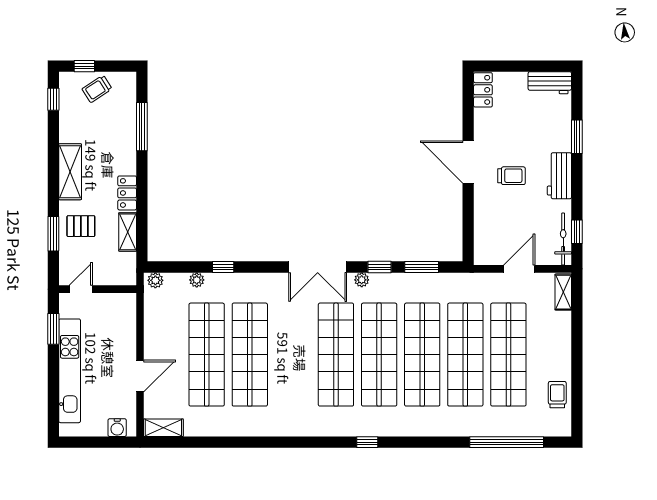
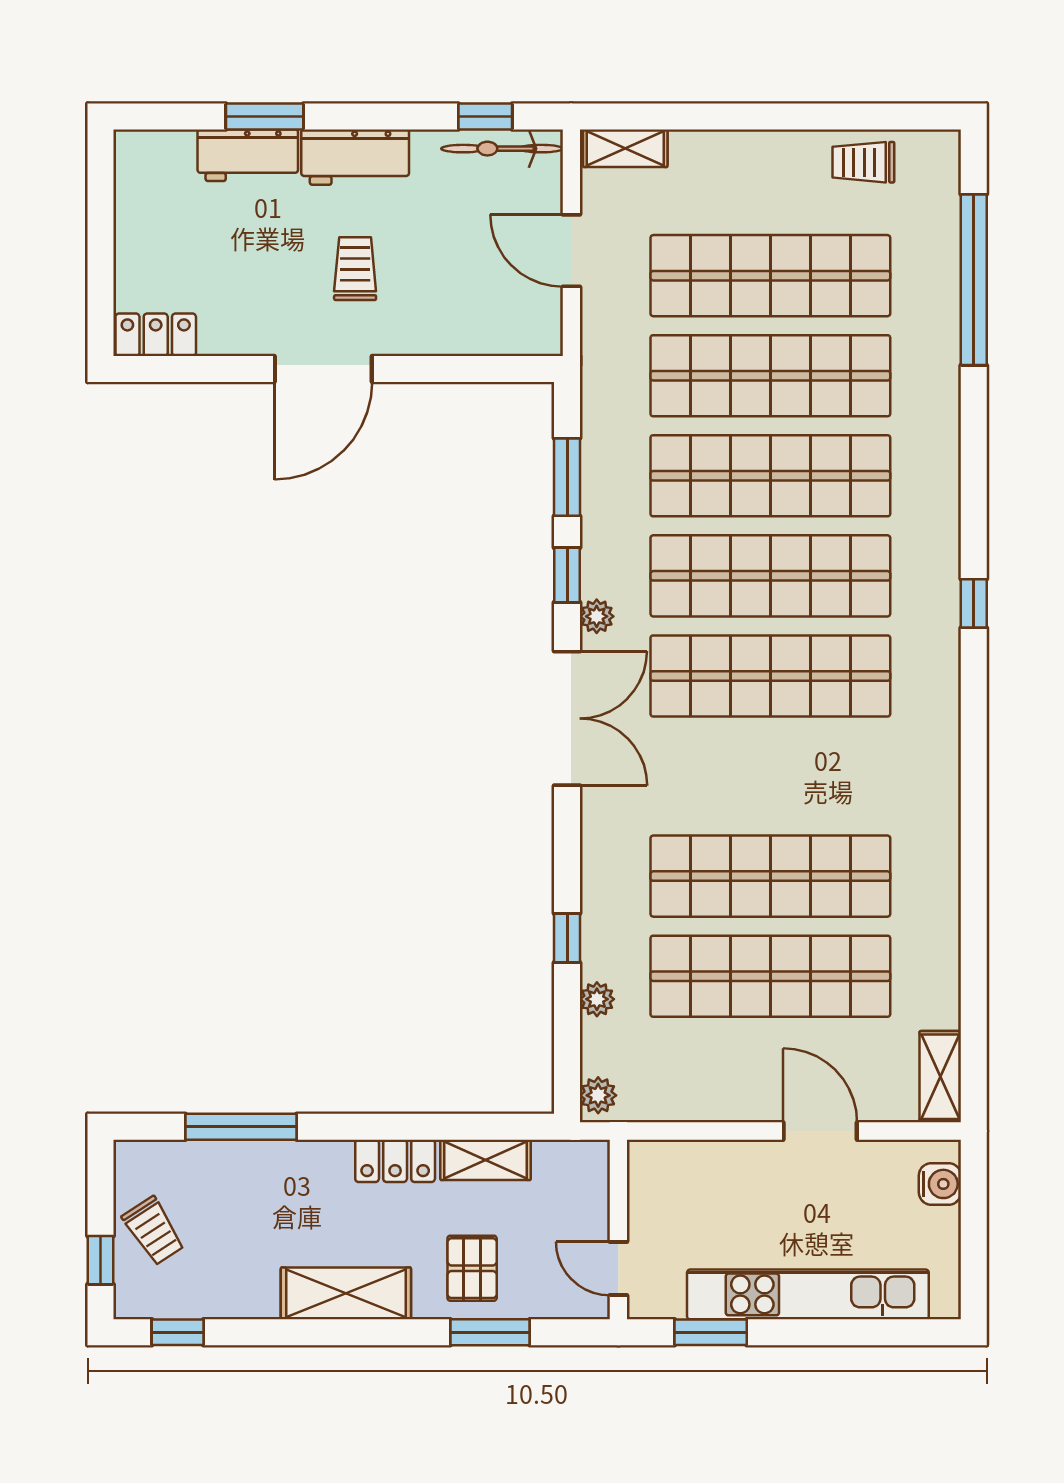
workbench: (550, 83) -> (248, 155), moved, turned 90

